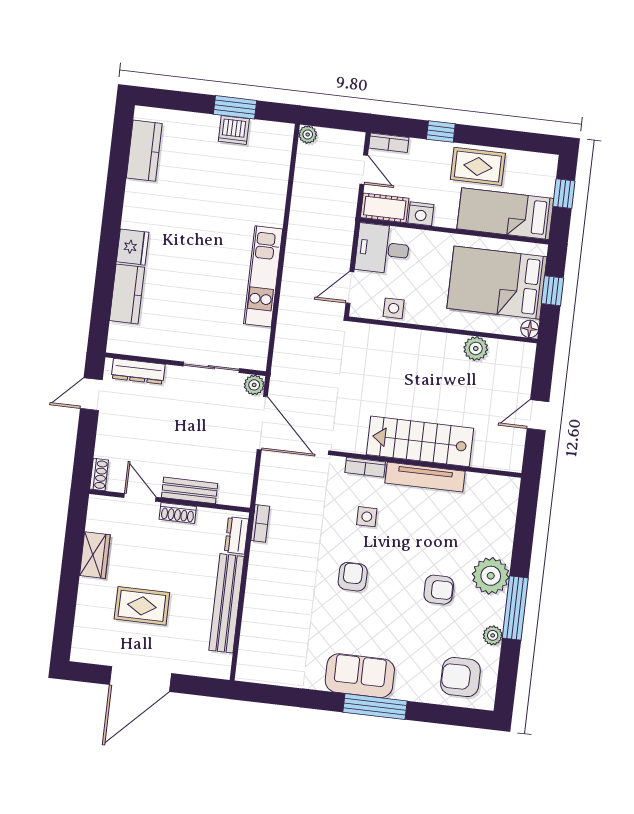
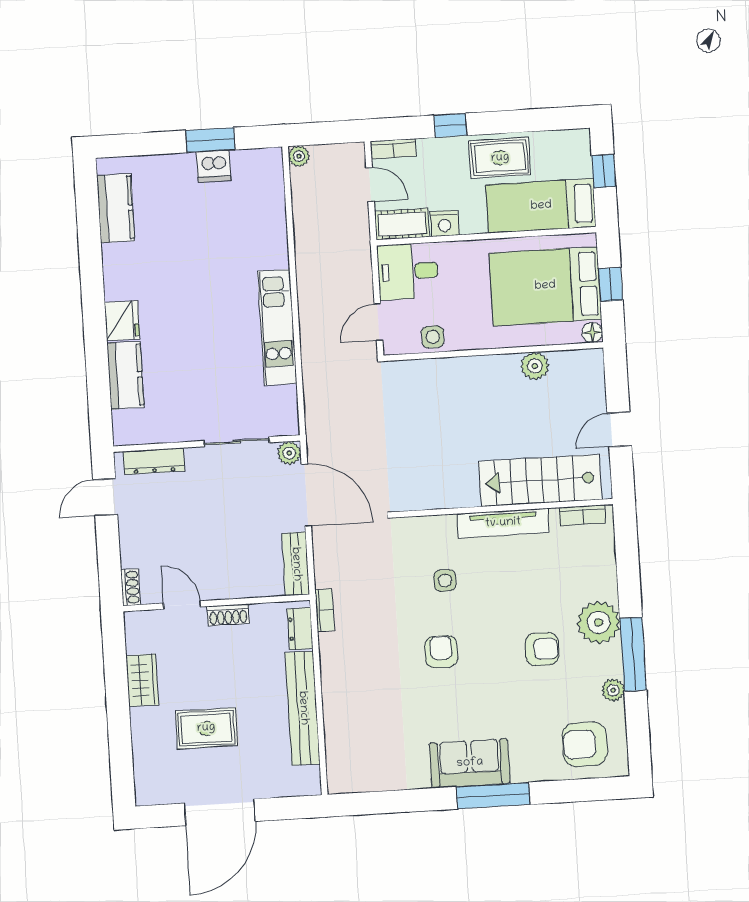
stairs: (420, 441) -> (540, 480), moved
bookcase: (365, 467) -> (582, 515), moved
bench: (190, 490) -> (296, 564), moved, turned 90

